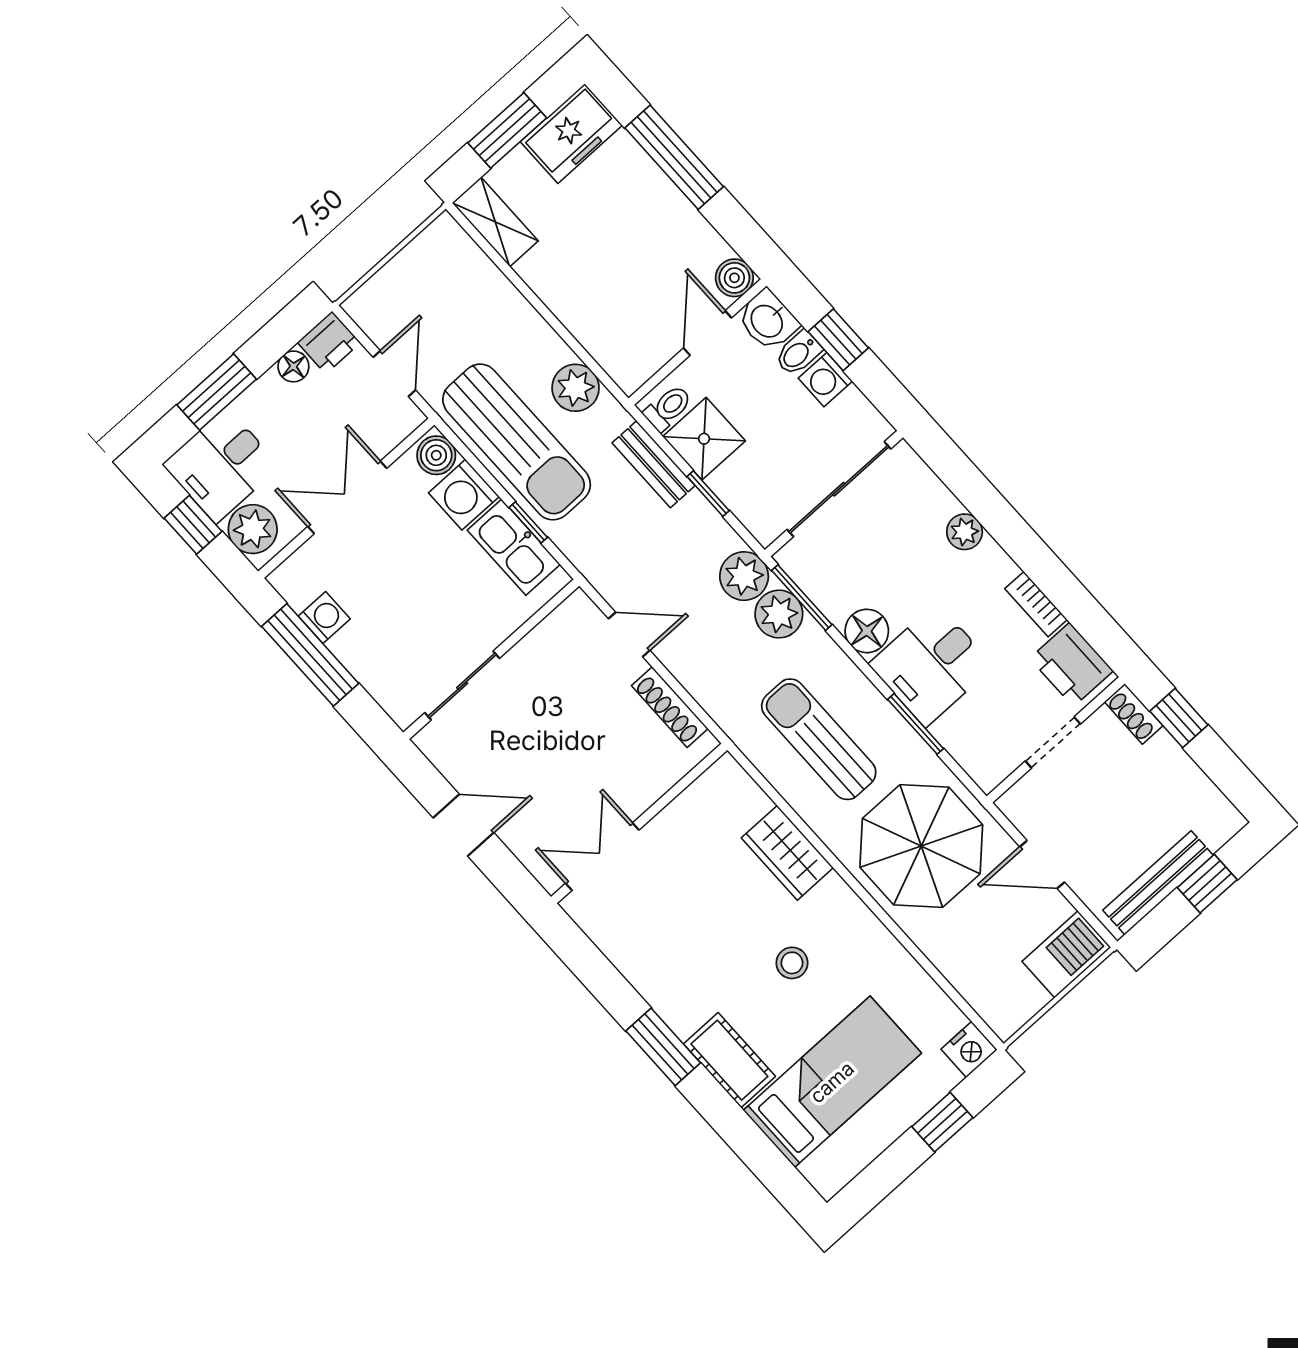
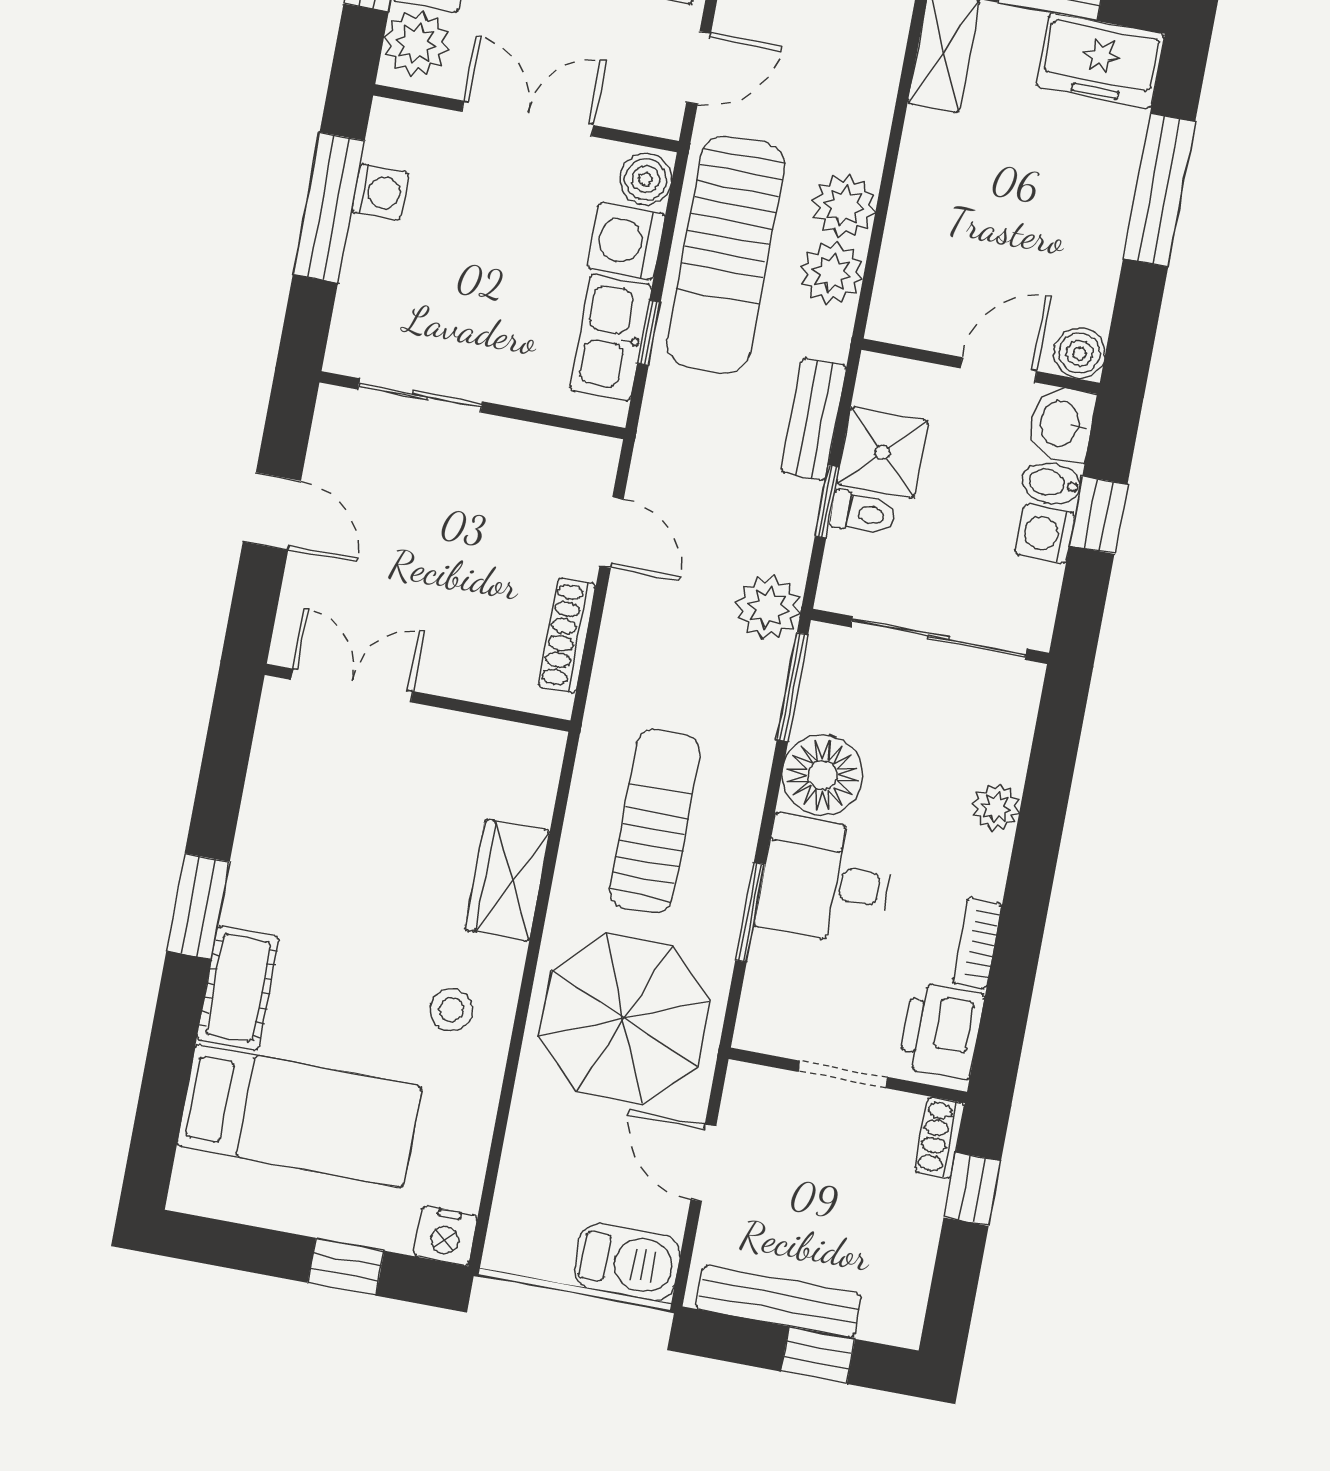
toilet: (668, 408) -> (863, 513), moved
plant: (779, 614) -> (844, 206), moved
floor lamp: (867, 631) -> (823, 775), width x1.38, depth x1.38
stool: (792, 963) -> (451, 1010), moved

